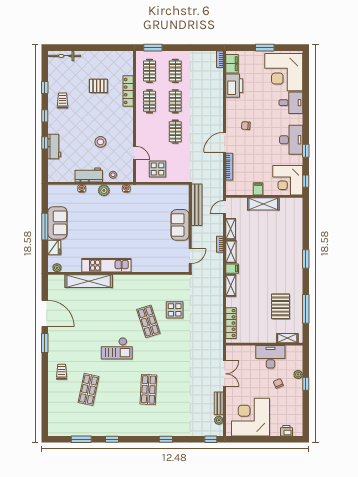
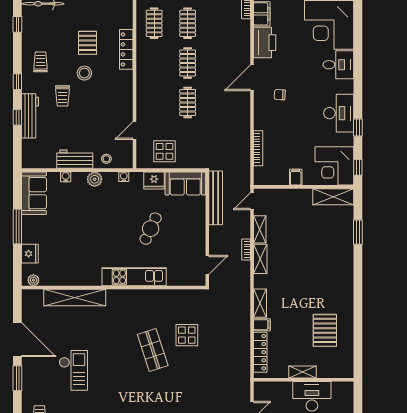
pallet: (98, 86) -> (87, 43), turned 90
window: (45, 87) -> (17, 24), moved
clothes rail: (150, 101) -> (154, 63), removed
trolley: (79, 127) -> (62, 96), added
stool: (101, 142) -> (84, 73), moved
door: (225, 142) -> (252, 78), moved
workbench: (54, 146) -> (30, 116), width x1.38
door: (135, 153) -> (135, 130), swing flipped
fridge: (149, 191) -> (154, 180), added
shelving: (263, 204) -> (333, 197), moved
sofa: (57, 223) -> (34, 193), moved
sofa: (180, 225) -> (185, 183), moved, turned -90
cafe table: (147, 228) -> (151, 229), added
window: (306, 259) -> (358, 232), moved
kitchen unit: (106, 265) -> (134, 277), moved
filing cabinet: (232, 269) -> (262, 325), moved
window: (306, 309) -> (358, 334), removed
shelving: (287, 338) -> (303, 372), moved
checkout: (117, 348) -> (73, 370), moved, turned -90

